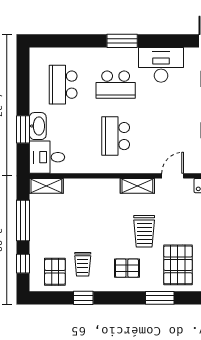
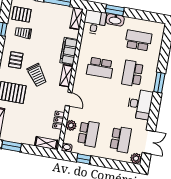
school desk: (116, 136) -> (100, 68), turned 180
filing cabinet: (99, 189) -> (69, 51), added
trolley: (144, 231) -> (37, 75), turned -126

